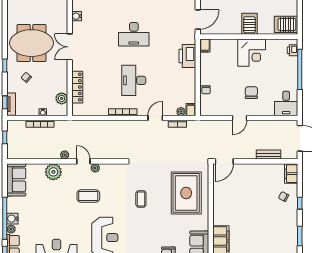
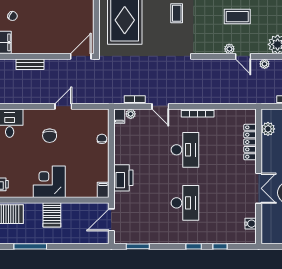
desk: (134, 34) -> (185, 203), turned 90
door: (155, 118) -> (160, 106), hinge flipped

